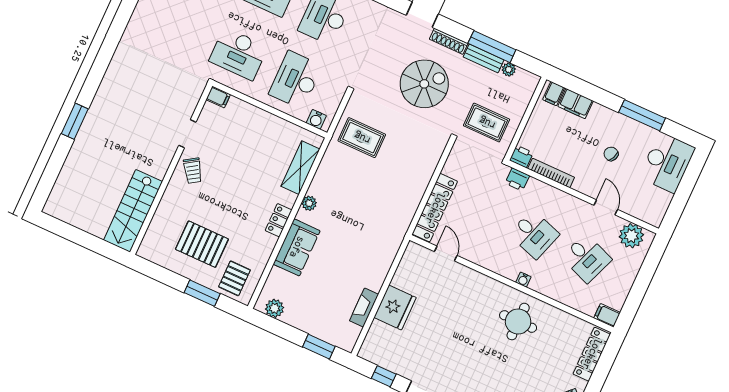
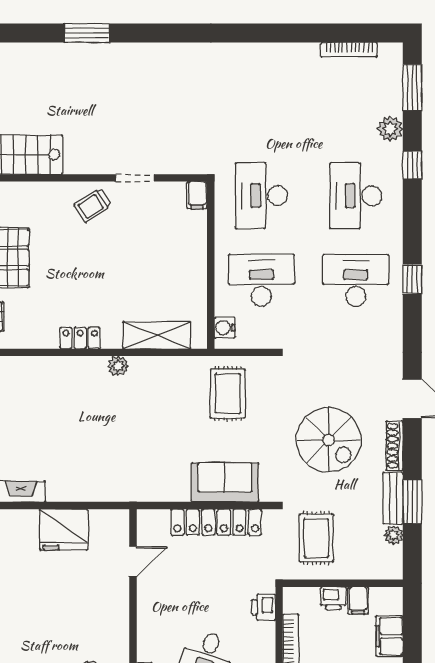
window: (492, 47) -> (412, 502), width x0.69
filing cabinet: (554, 94) -> (358, 600), moved, turned -90
printer: (521, 156) -> (333, 598), moved, turned 90
locker: (435, 208) -> (216, 522), moved
sofa: (297, 247) -> (225, 482), moved, turned 180
fridge: (395, 307) -> (64, 530), moved

